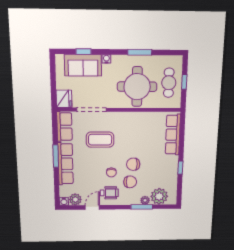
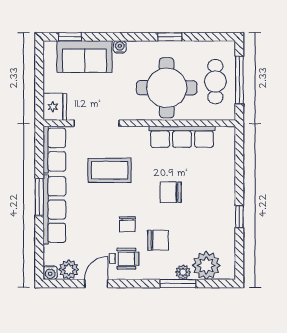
window: (83, 52) -> (70, 37), moved
window: (140, 52) -> (170, 37), width x0.67
window: (184, 82) -> (239, 80), width x2.17
row of seats: (173, 135) -> (182, 137), moved, turned -90
chair: (133, 164) -> (171, 192), moved

